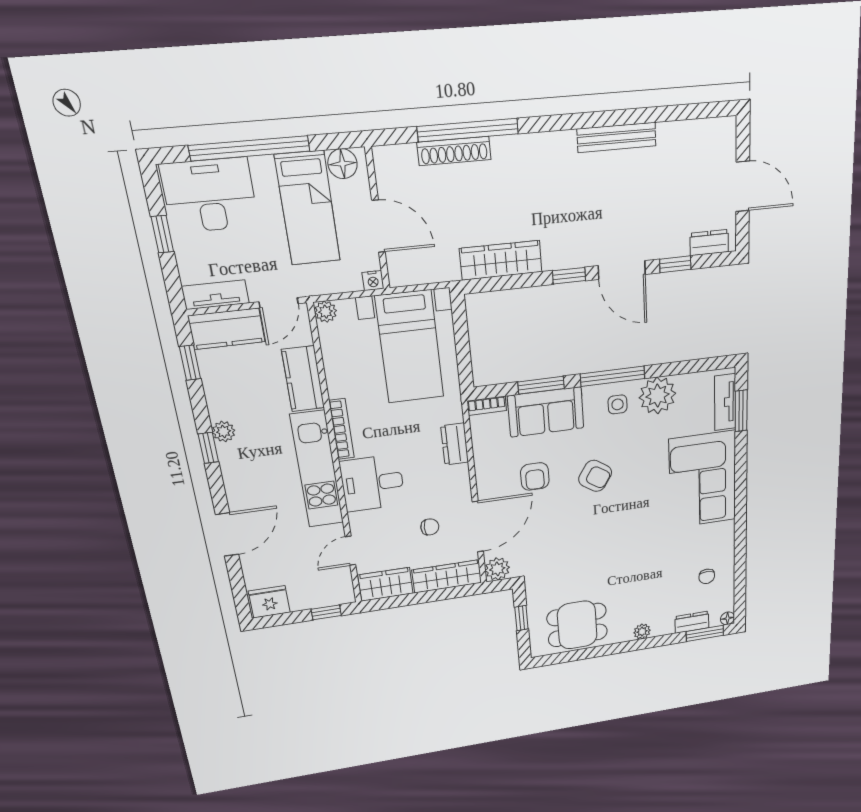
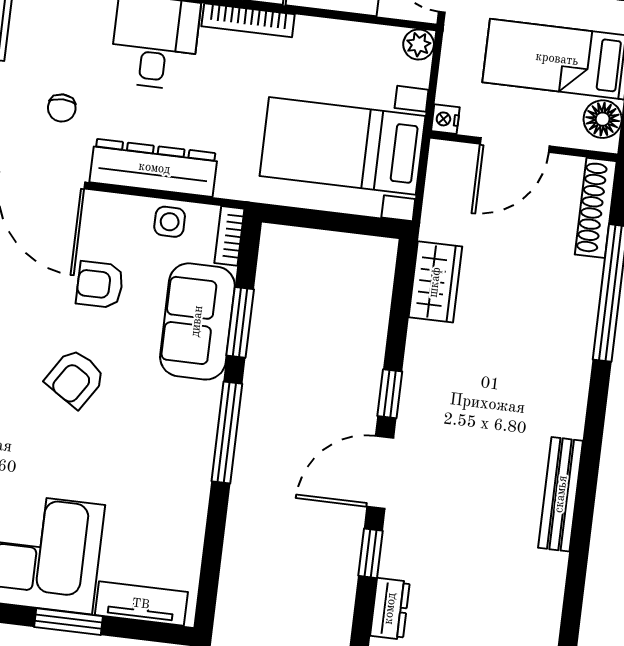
shoe rack: (454, 151) -> (596, 208), moved
wardrobe: (501, 260) -> (435, 282), width x0.67
plant: (657, 396) -> (179, 497), removed
side table: (618, 404) -> (170, 222), moved
window: (741, 411) -> (68, 622), moved
dresser: (455, 444) -> (154, 168), width x1.96, depth x1.24

